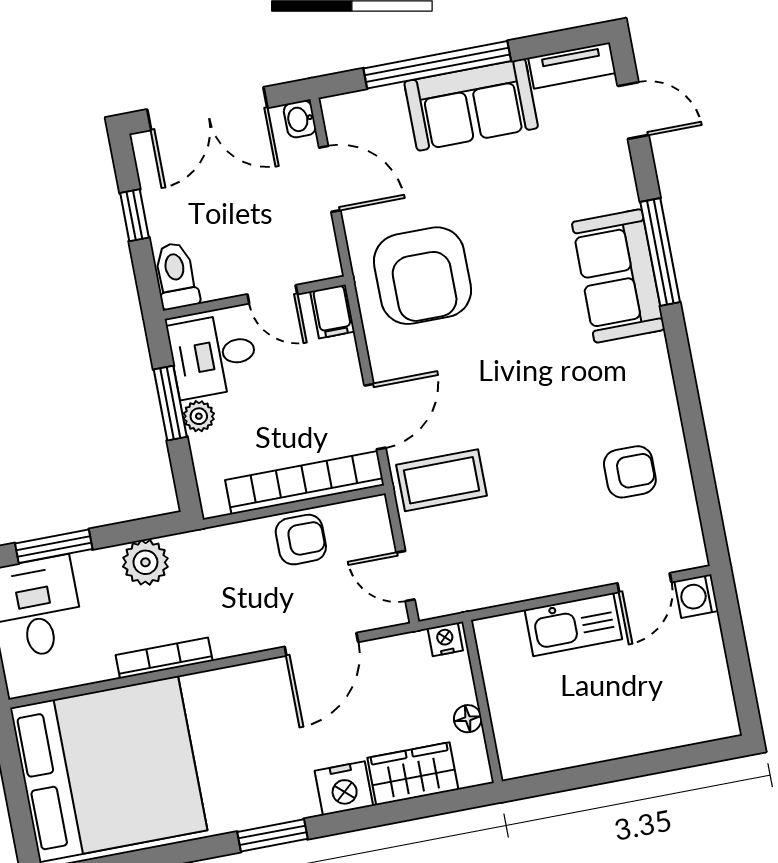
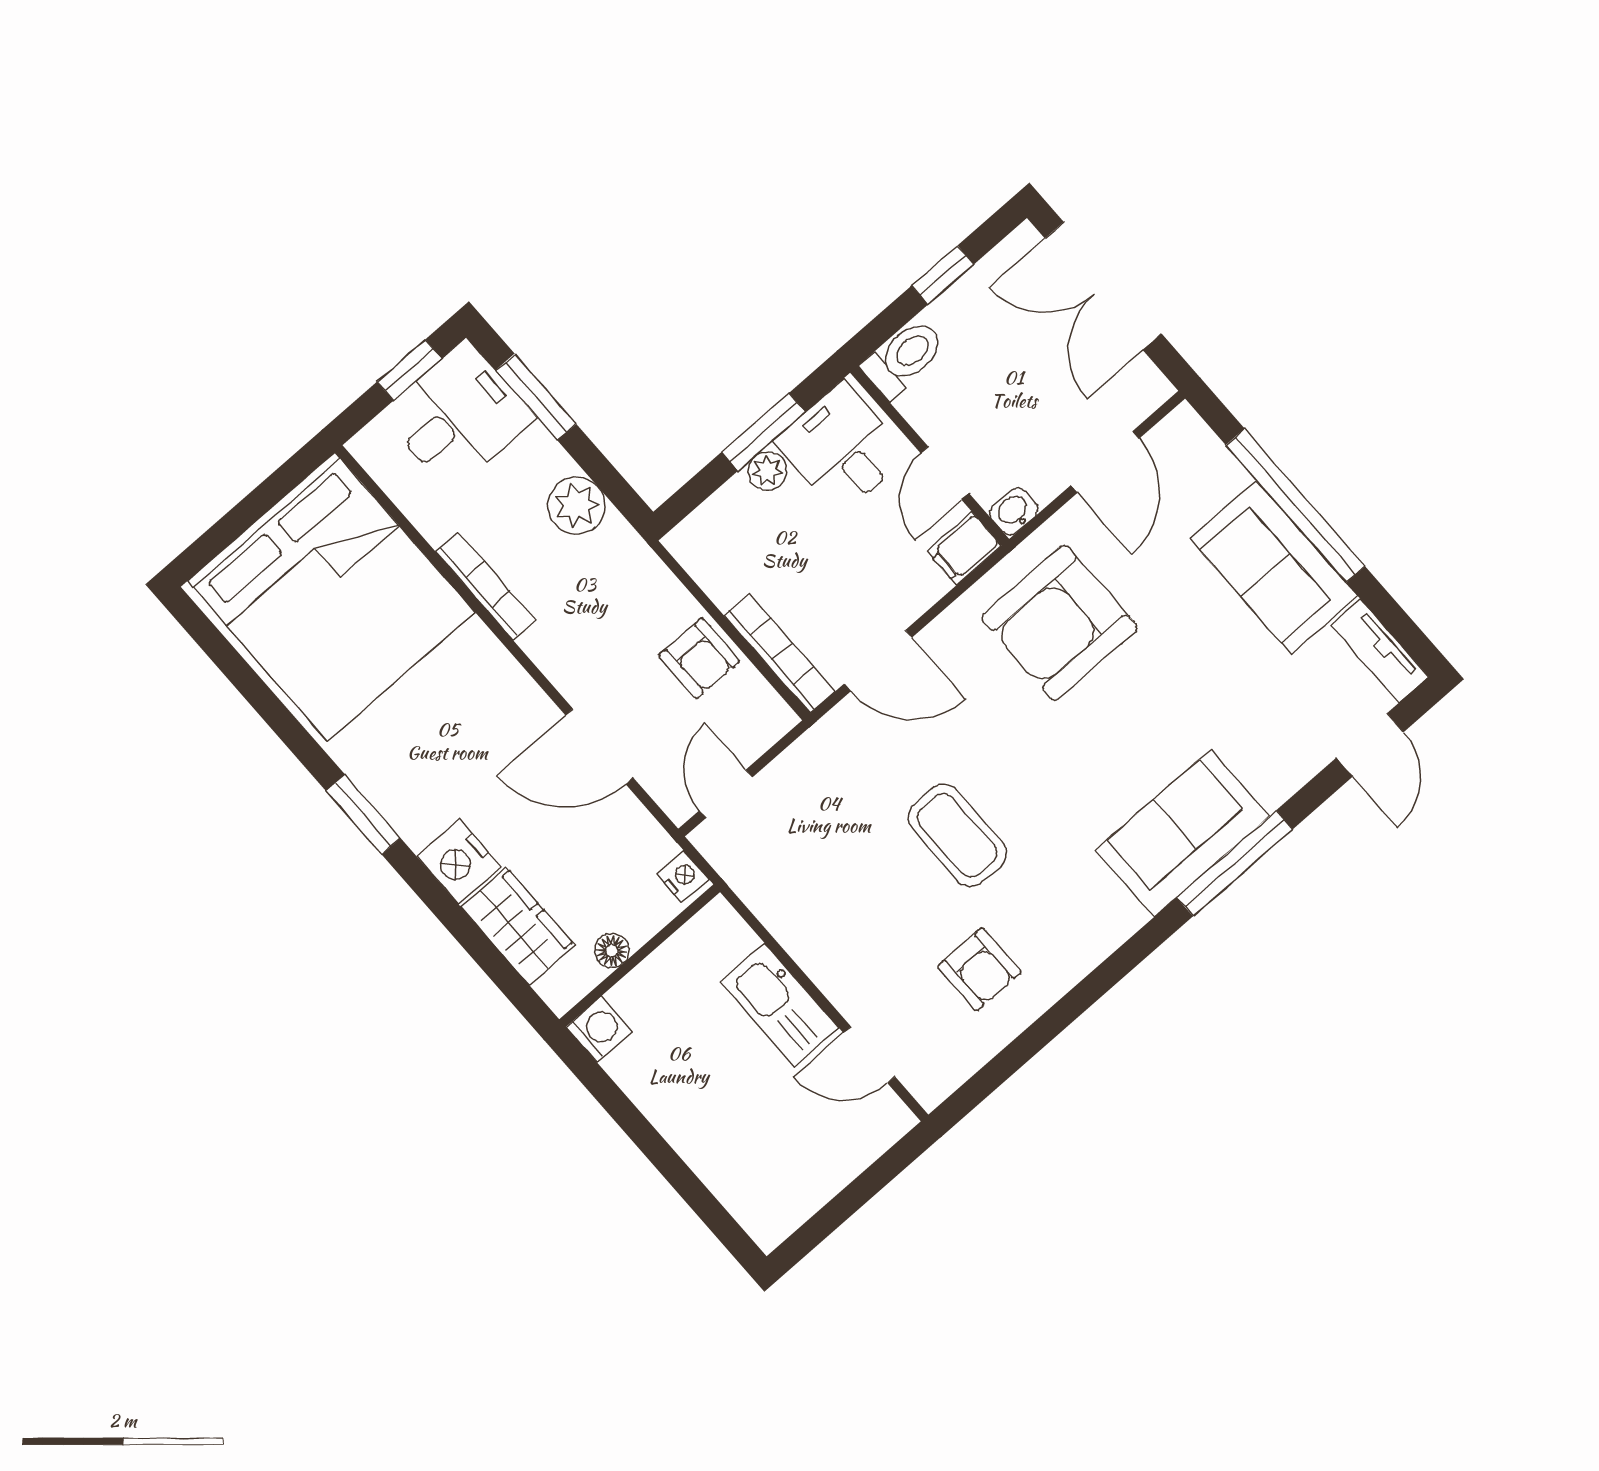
washbasin: (300, 119) -> (1014, 511), moved
coffee table: (442, 480) -> (957, 835), moved
bookcase: (305, 483) -> (779, 654), width x0.68, depth x0.76
washing machine: (696, 596) -> (599, 1029), moved, turned 90

